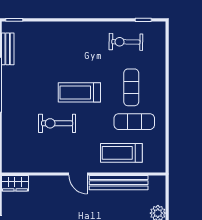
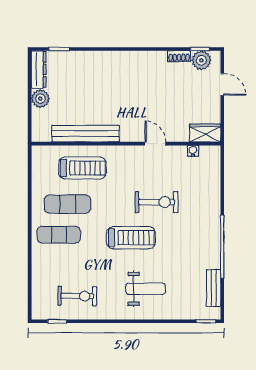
weight bench: (67, 48) -> (146, 289), added
exercise mat: (131, 87) -> (59, 235), moved, turned 90
water cooler: (26, 168) -> (193, 151), added
door: (78, 174) -> (155, 144), moved

